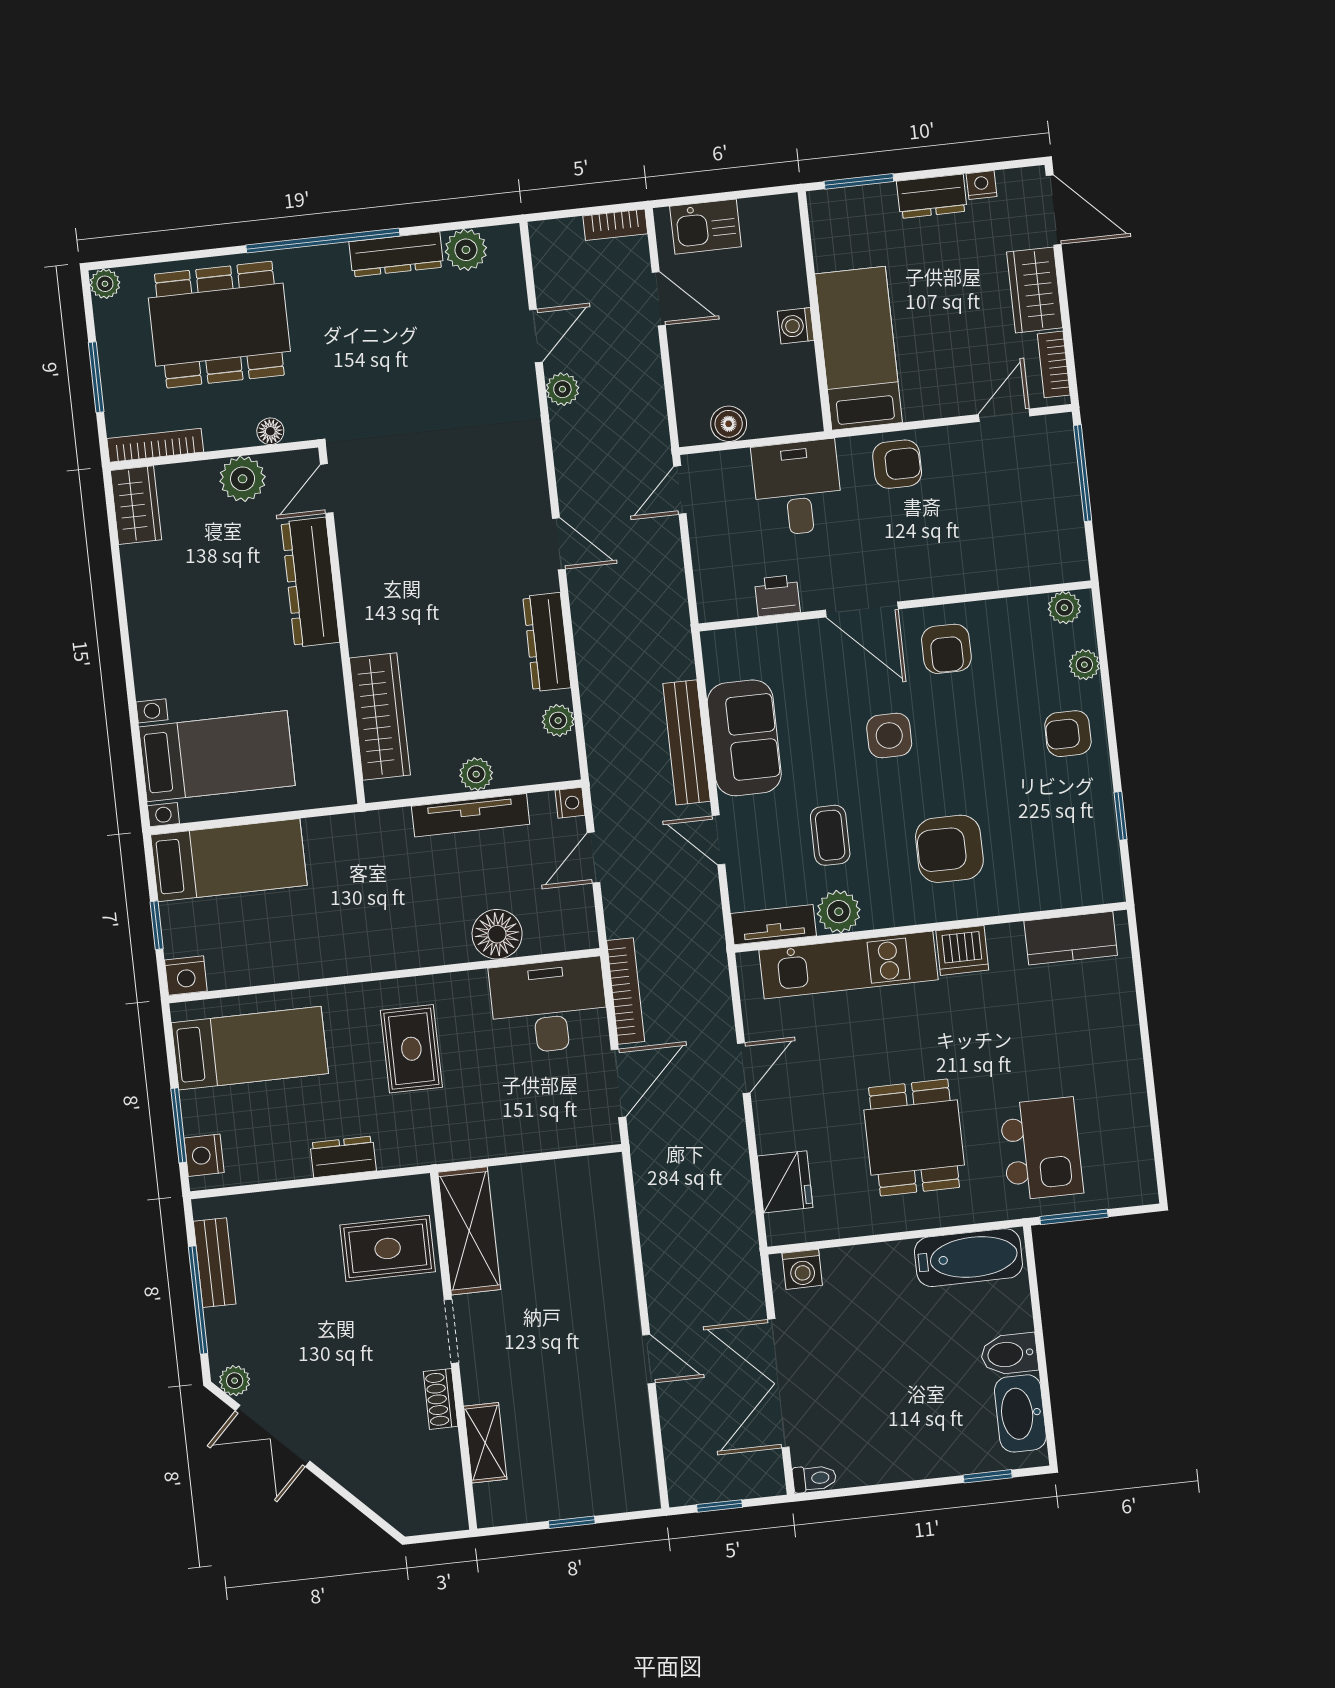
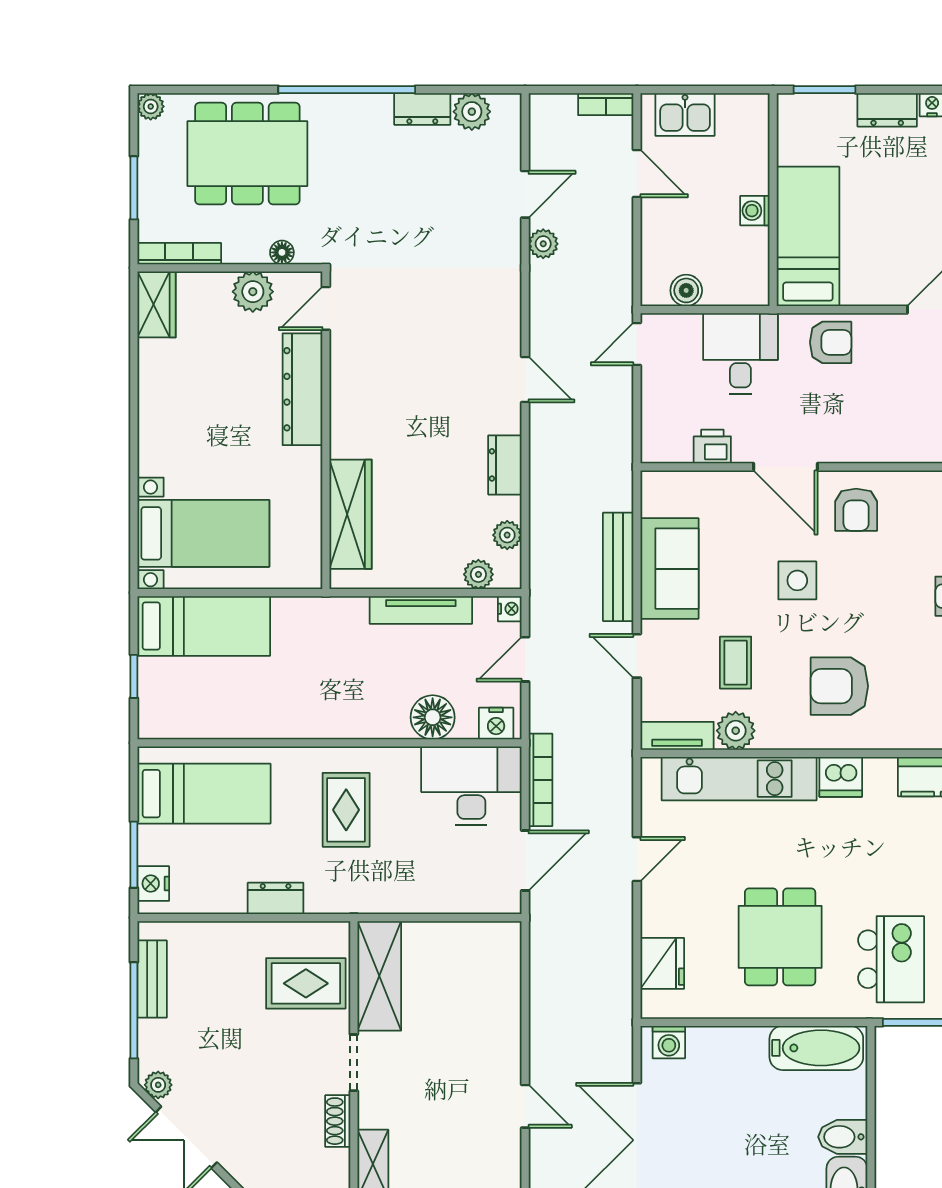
dresser: (396, 254) -> (422, 109), width x0.70
dresser: (547, 642) -> (505, 465), width x0.70
plant: (476, 774) -> (478, 574), moved
nightstand: (186, 976) -> (496, 724), moved

